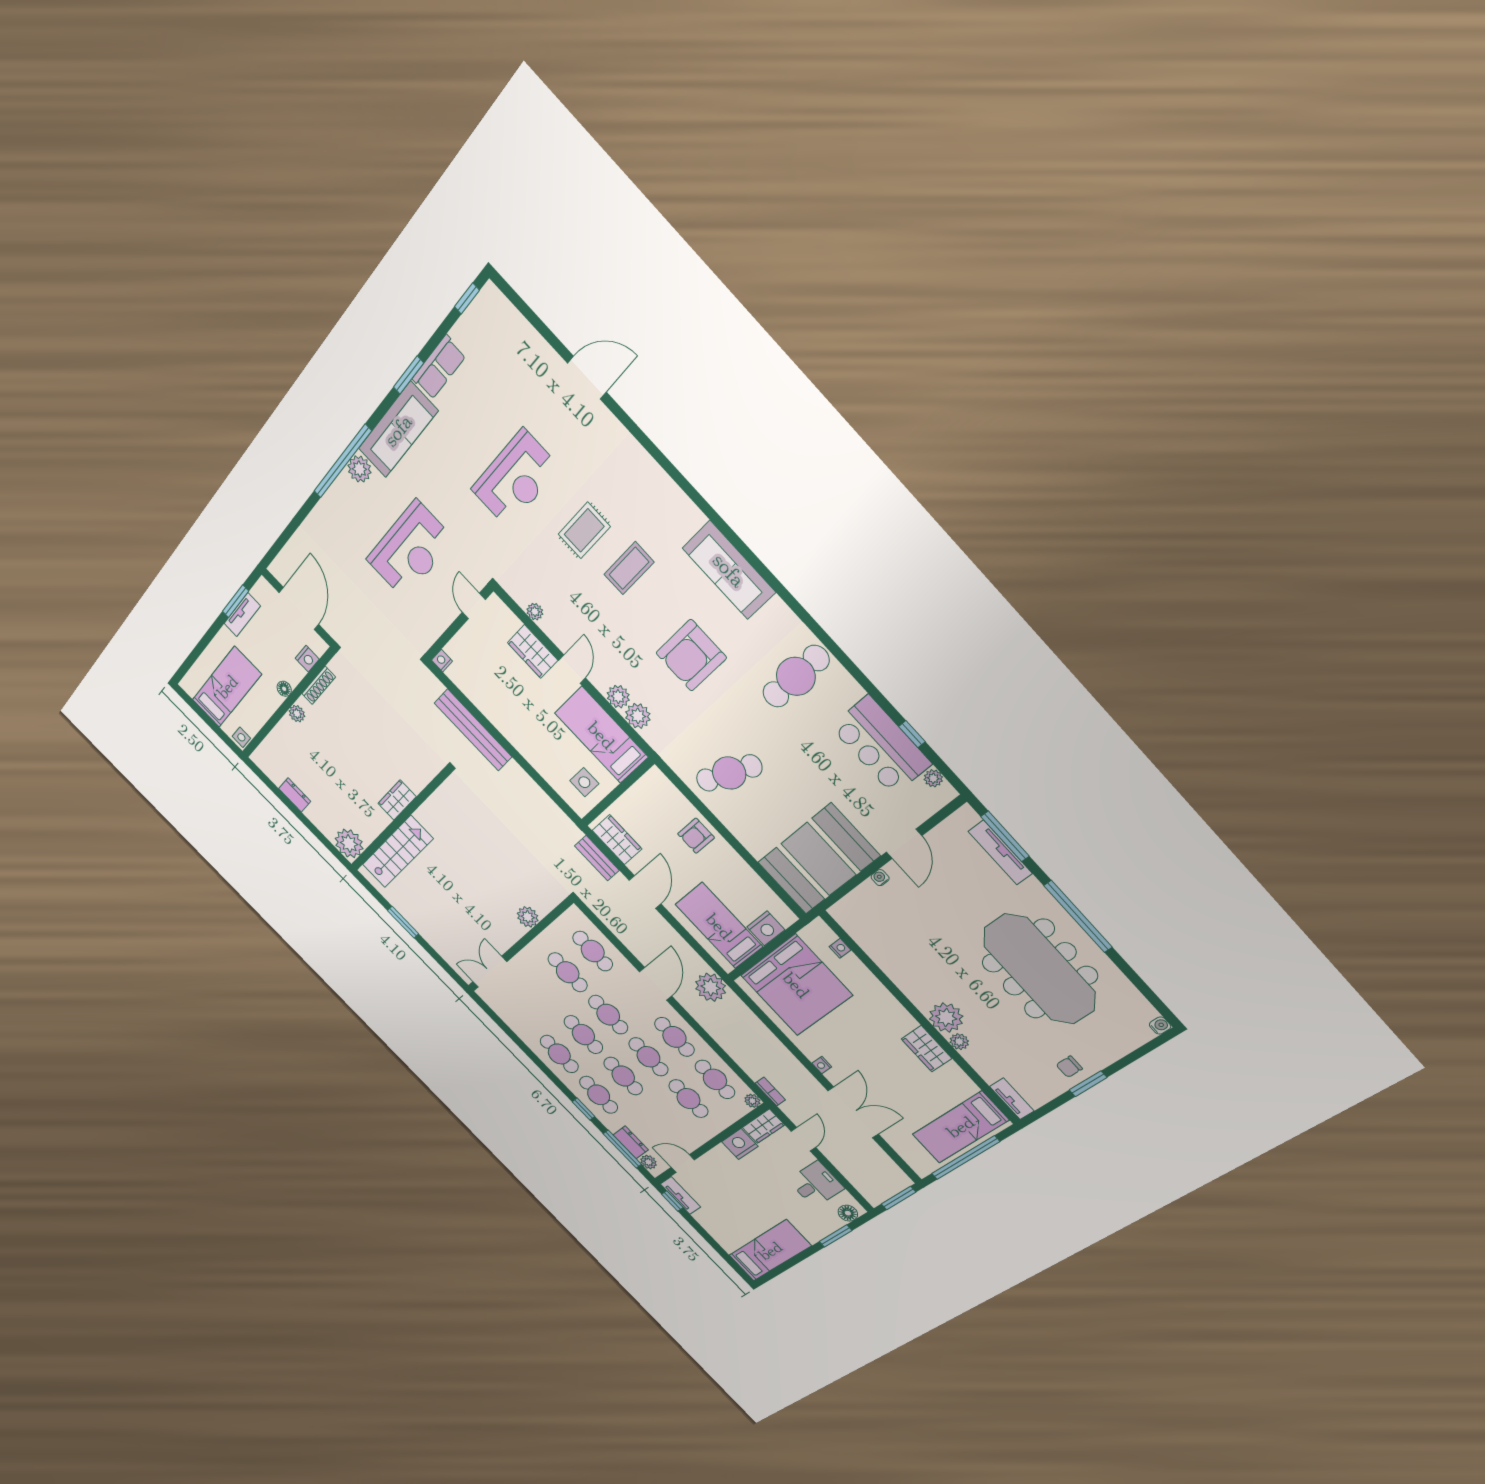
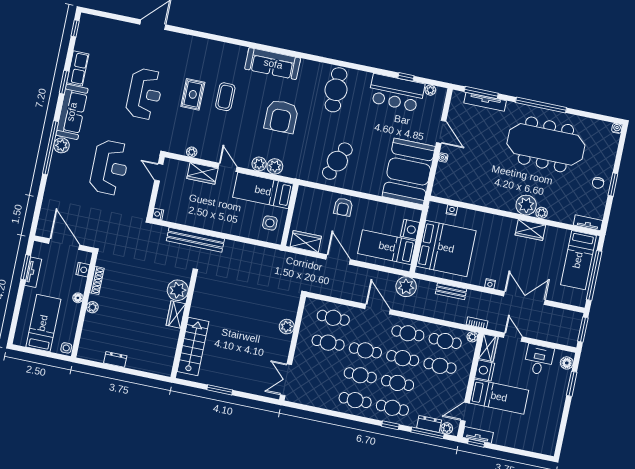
plant: (349, 843) -> (178, 290), moved
bench: (597, 858) -> (451, 291), moved
bed: (770, 1251) -> (499, 397), moved, turned 90

